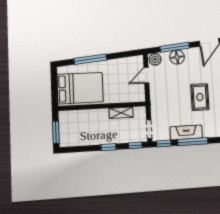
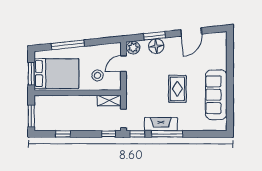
window: (175, 47) -> (154, 36), width x0.69
stool: (122, 88) -> (98, 75), added
window: (54, 89) -> (31, 74), added
shelving: (121, 113) -> (109, 100), moved
window: (108, 147) -> (63, 134), moved

